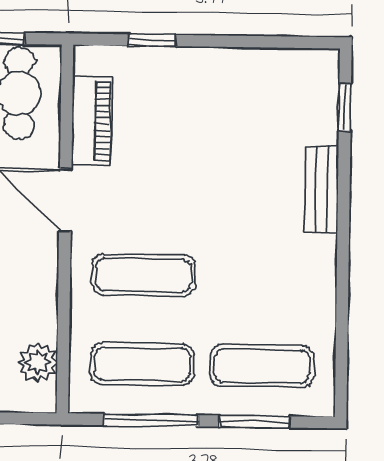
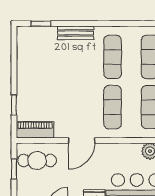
piano: (92, 121) -> (35, 130), moved
exercise mat: (263, 276) -> (113, 57), added

